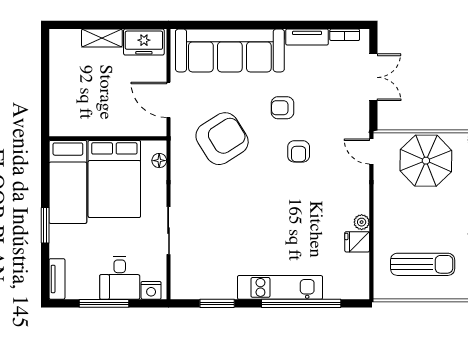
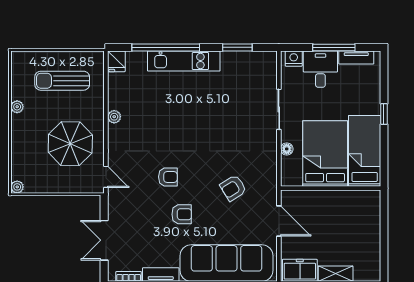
armchair: (222, 139) -> (233, 188), width x0.53, depth x0.53
armchair: (299, 151) -> (168, 177), turned 90
floor lamp: (159, 161) -> (287, 149), moved
parasol: (426, 161) -> (70, 144), moved
window: (45, 225) -> (384, 114), width x0.67
fridge: (357, 242) -> (116, 61), moved, turned 90
tv unit: (57, 279) -> (356, 57), moved, turned -90

